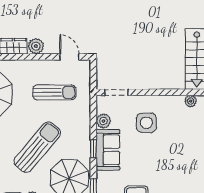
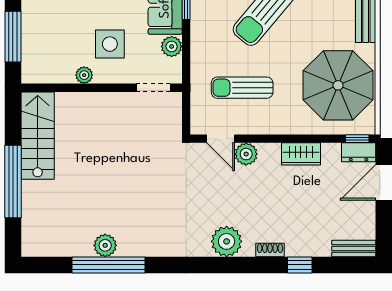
plant: (36, 46) -> (246, 154), moved
plant: (191, 101) -> (84, 75), moved

